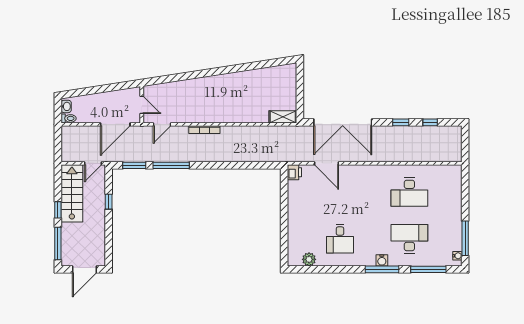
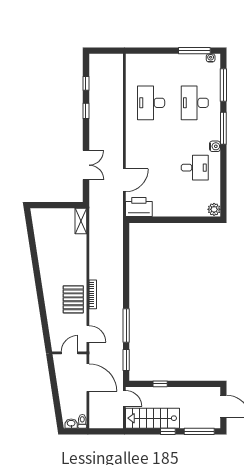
pallet: (199, 109) -> (73, 299), added
double door: (343, 122) -> (86, 165), width x0.54
printer: (294, 172) -> (139, 207), width x1.87, depth x1.48
desk: (409, 192) -> (151, 103), turned 180
plant: (309, 259) -> (214, 209), moved
water cooler: (382, 260) -> (215, 146), moved

